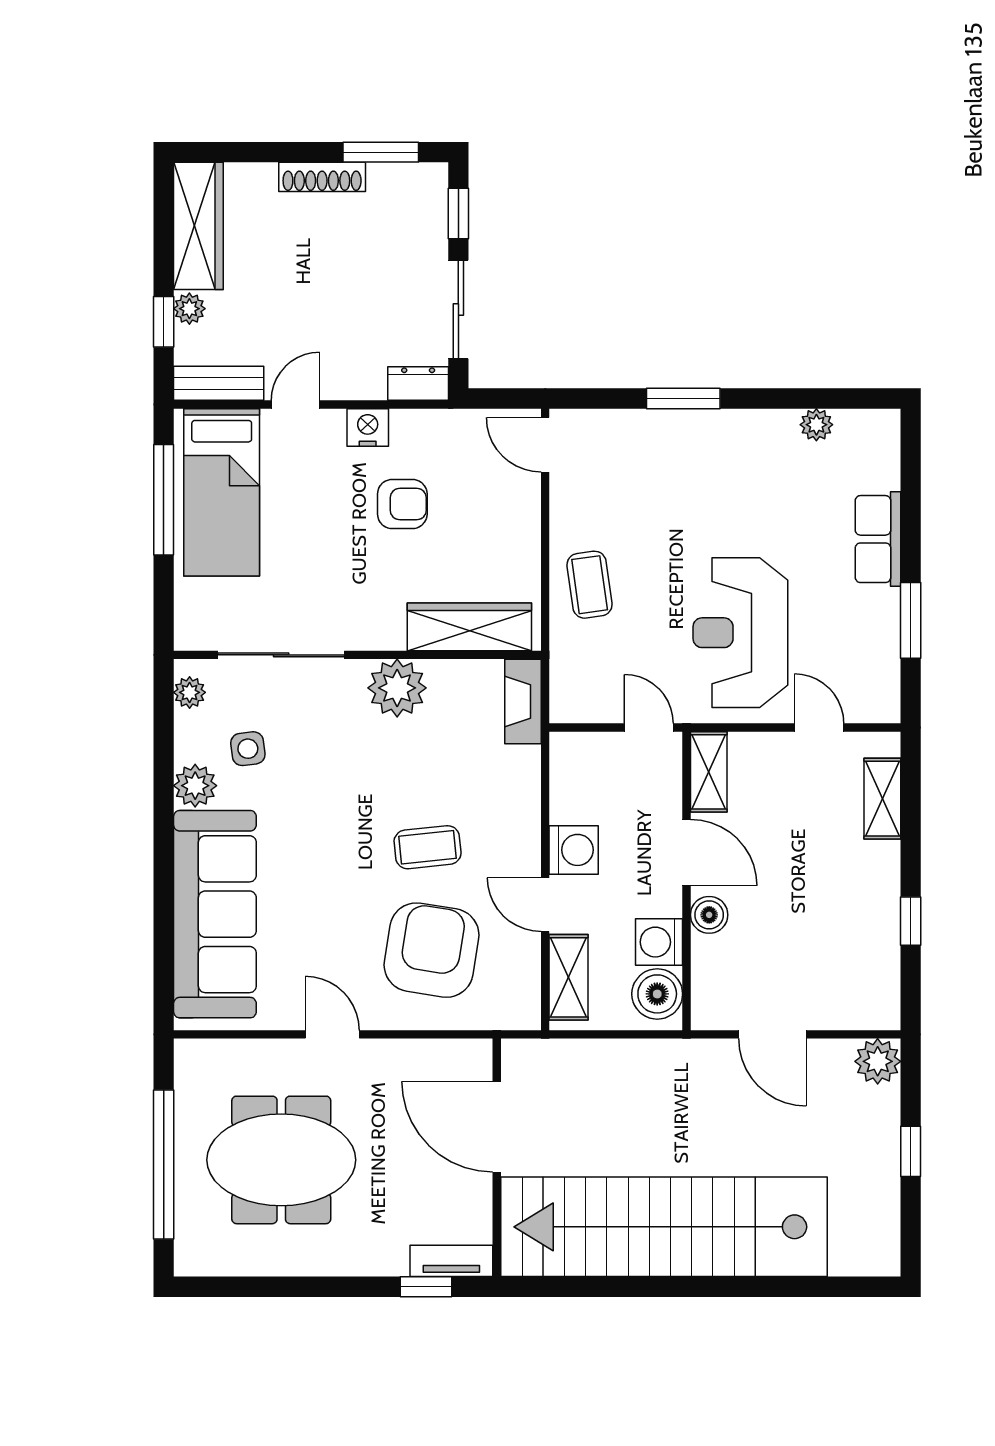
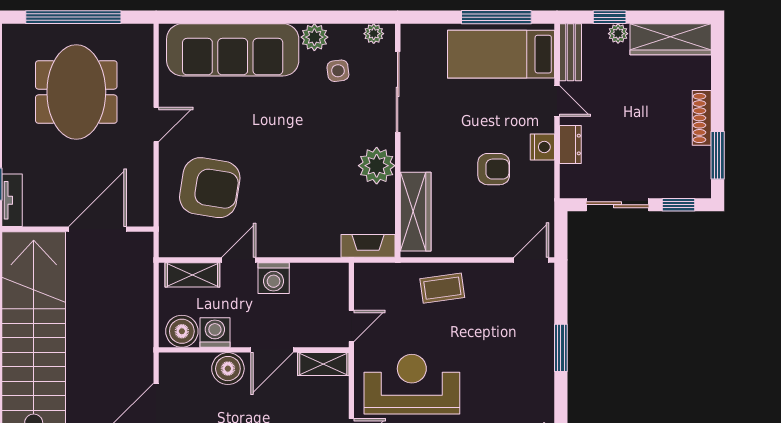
dresser: (418, 383) -> (570, 145), moved
armchair: (402, 504) -> (494, 169), turned -90
coffee table: (428, 847) -> (275, 185), removed
boiler: (709, 915) -> (228, 369), width x1.36, depth x1.36

